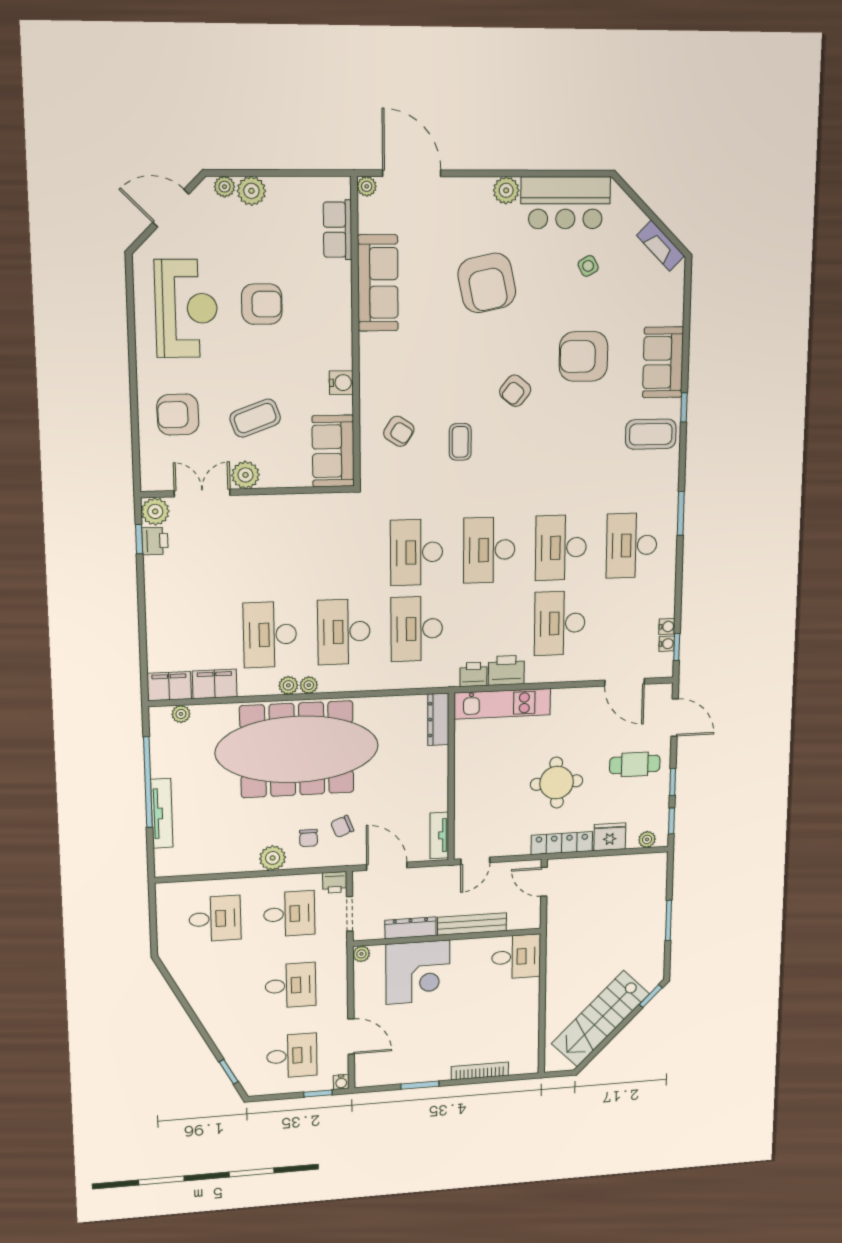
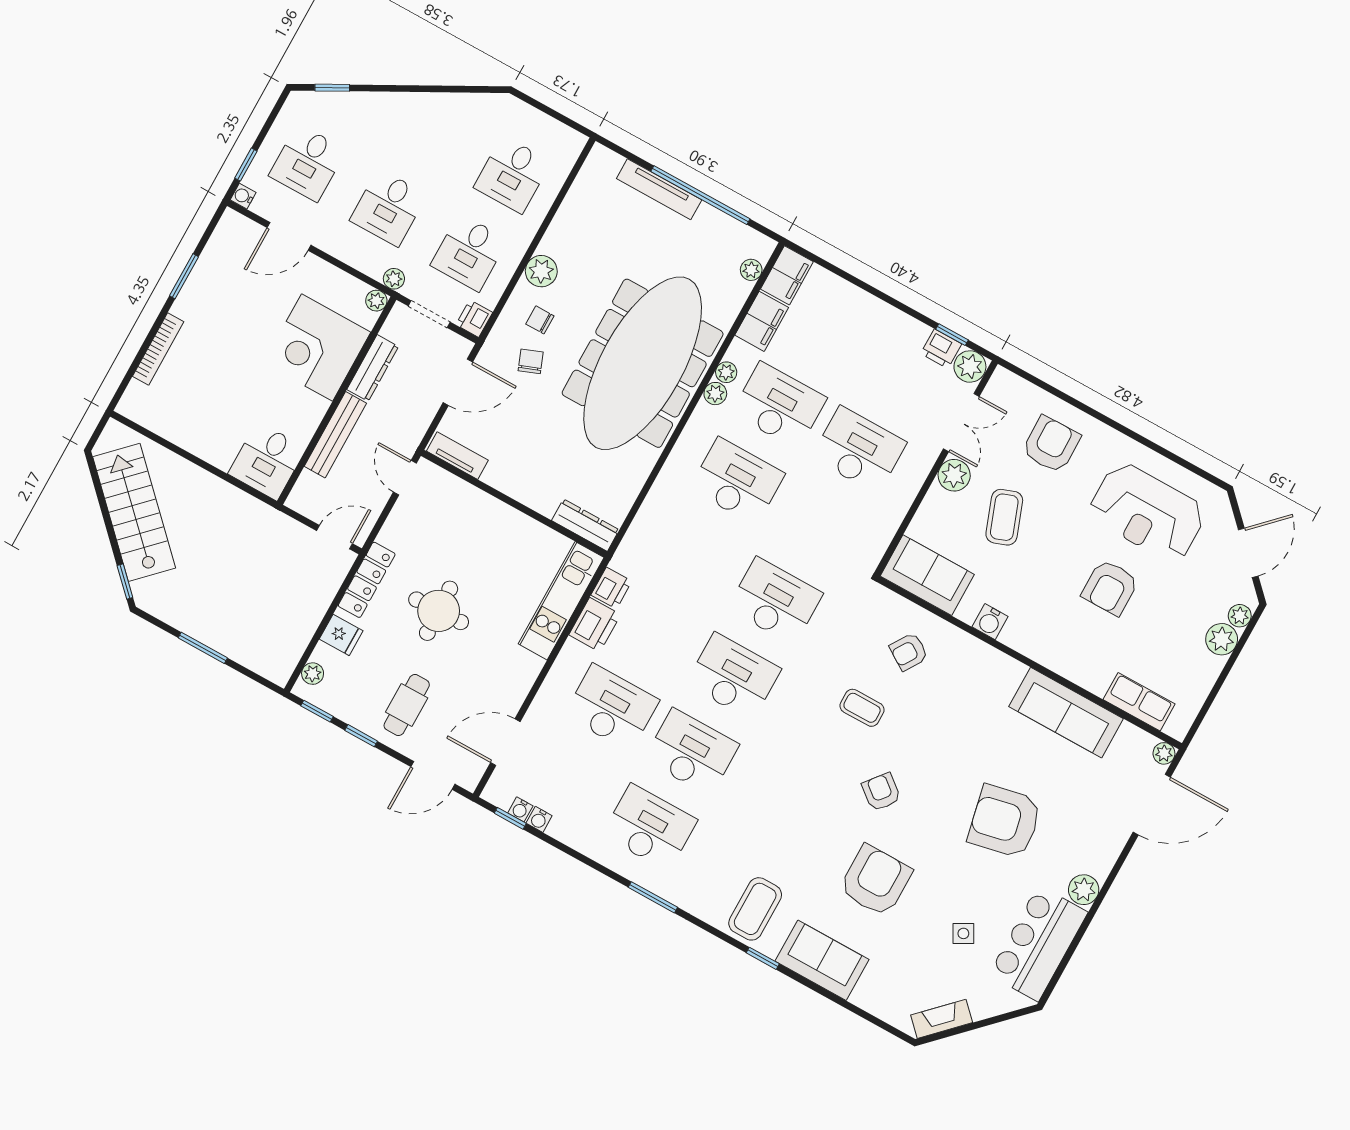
desk: (417, 629) -> (859, 450), moved
plant: (309, 685) -> (726, 372), moved
fridge: (610, 837) -> (341, 635), width x0.72
plant: (339, 952) -> (394, 279), added

